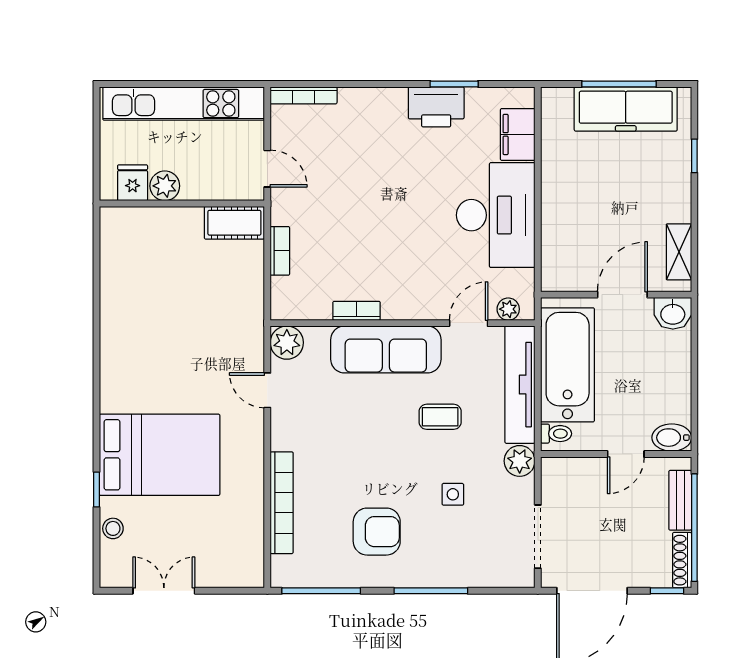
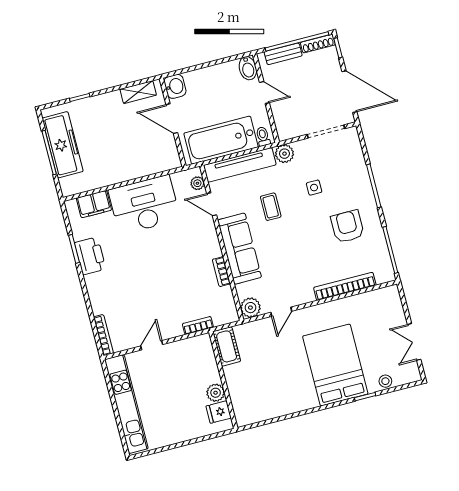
fridge: (133, 183) -> (219, 412), moved
plant: (165, 186) -> (216, 393), moved
wall: (182, 204) -> (223, 380), moved
cot: (234, 223) -> (227, 346), moved

